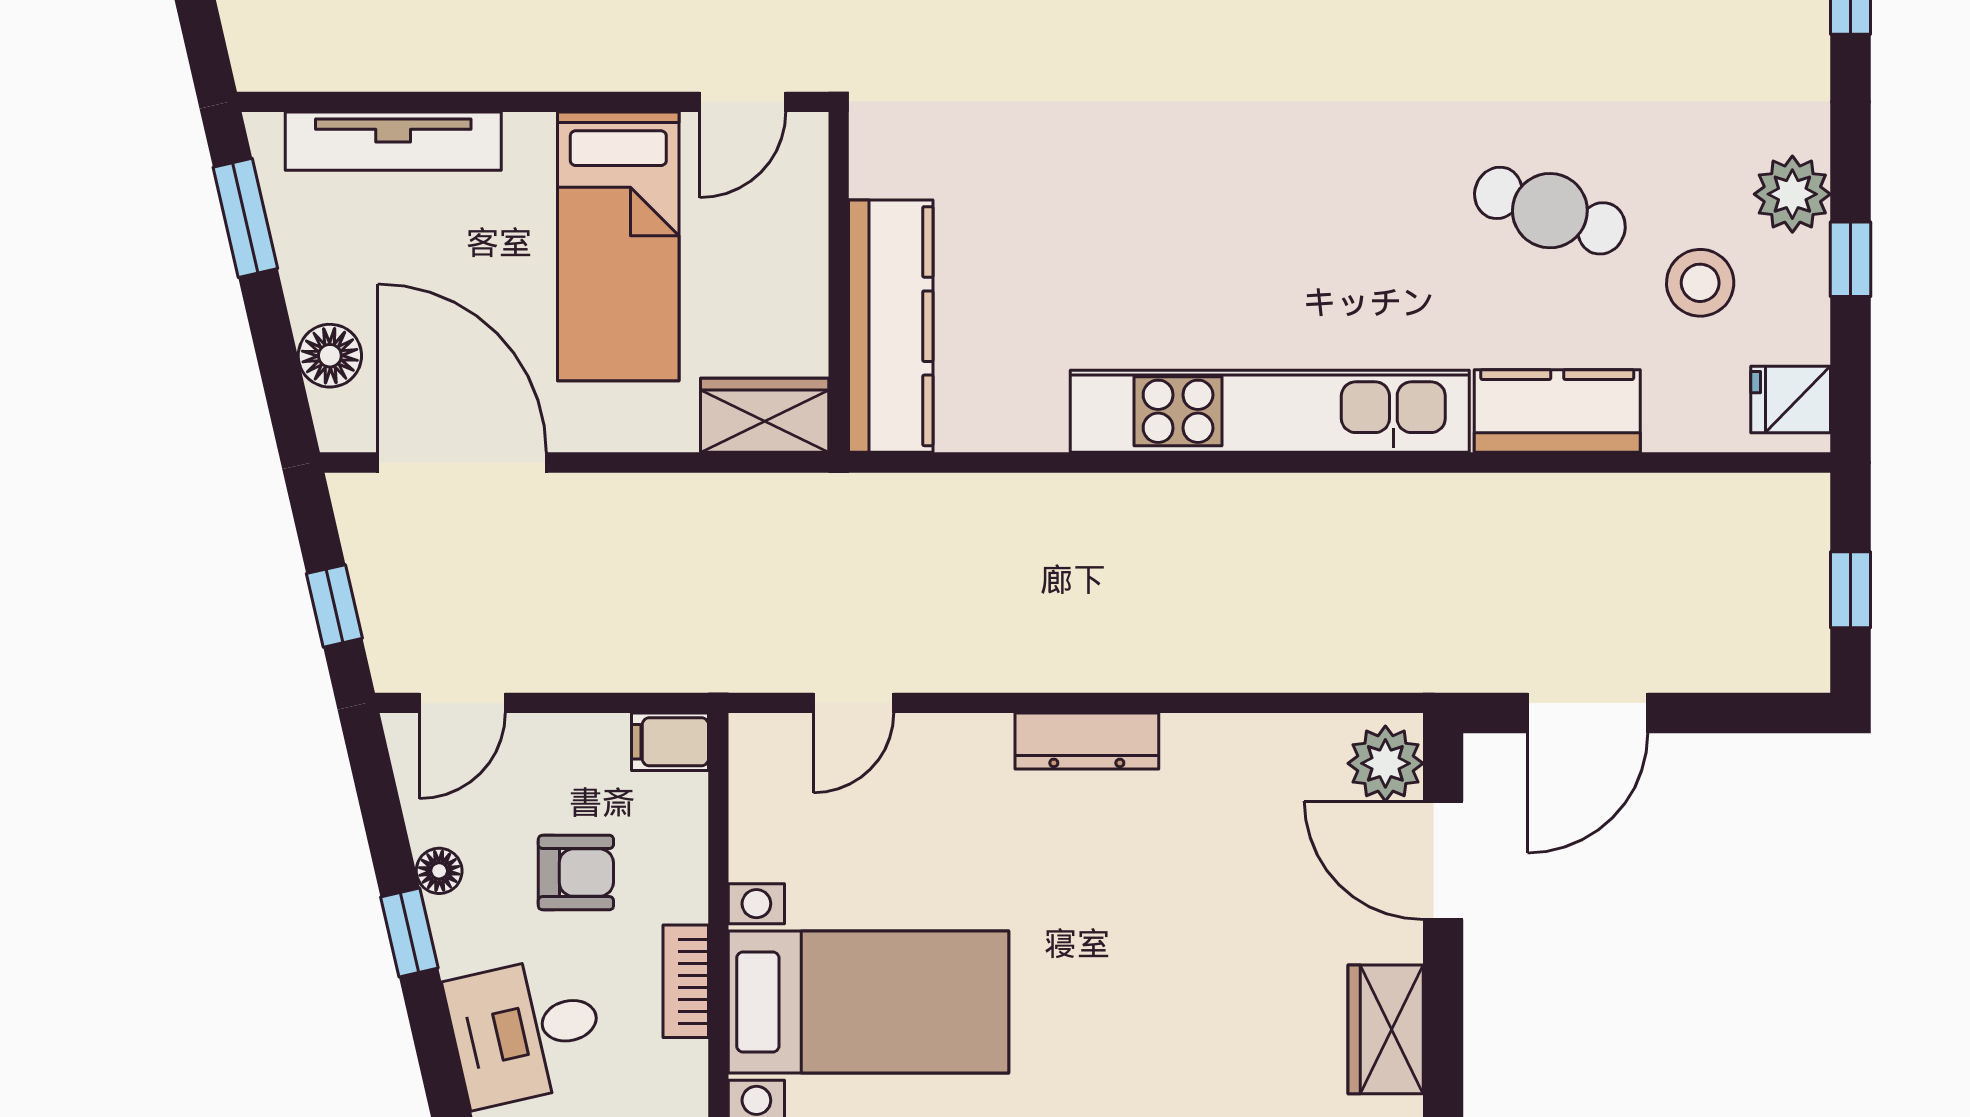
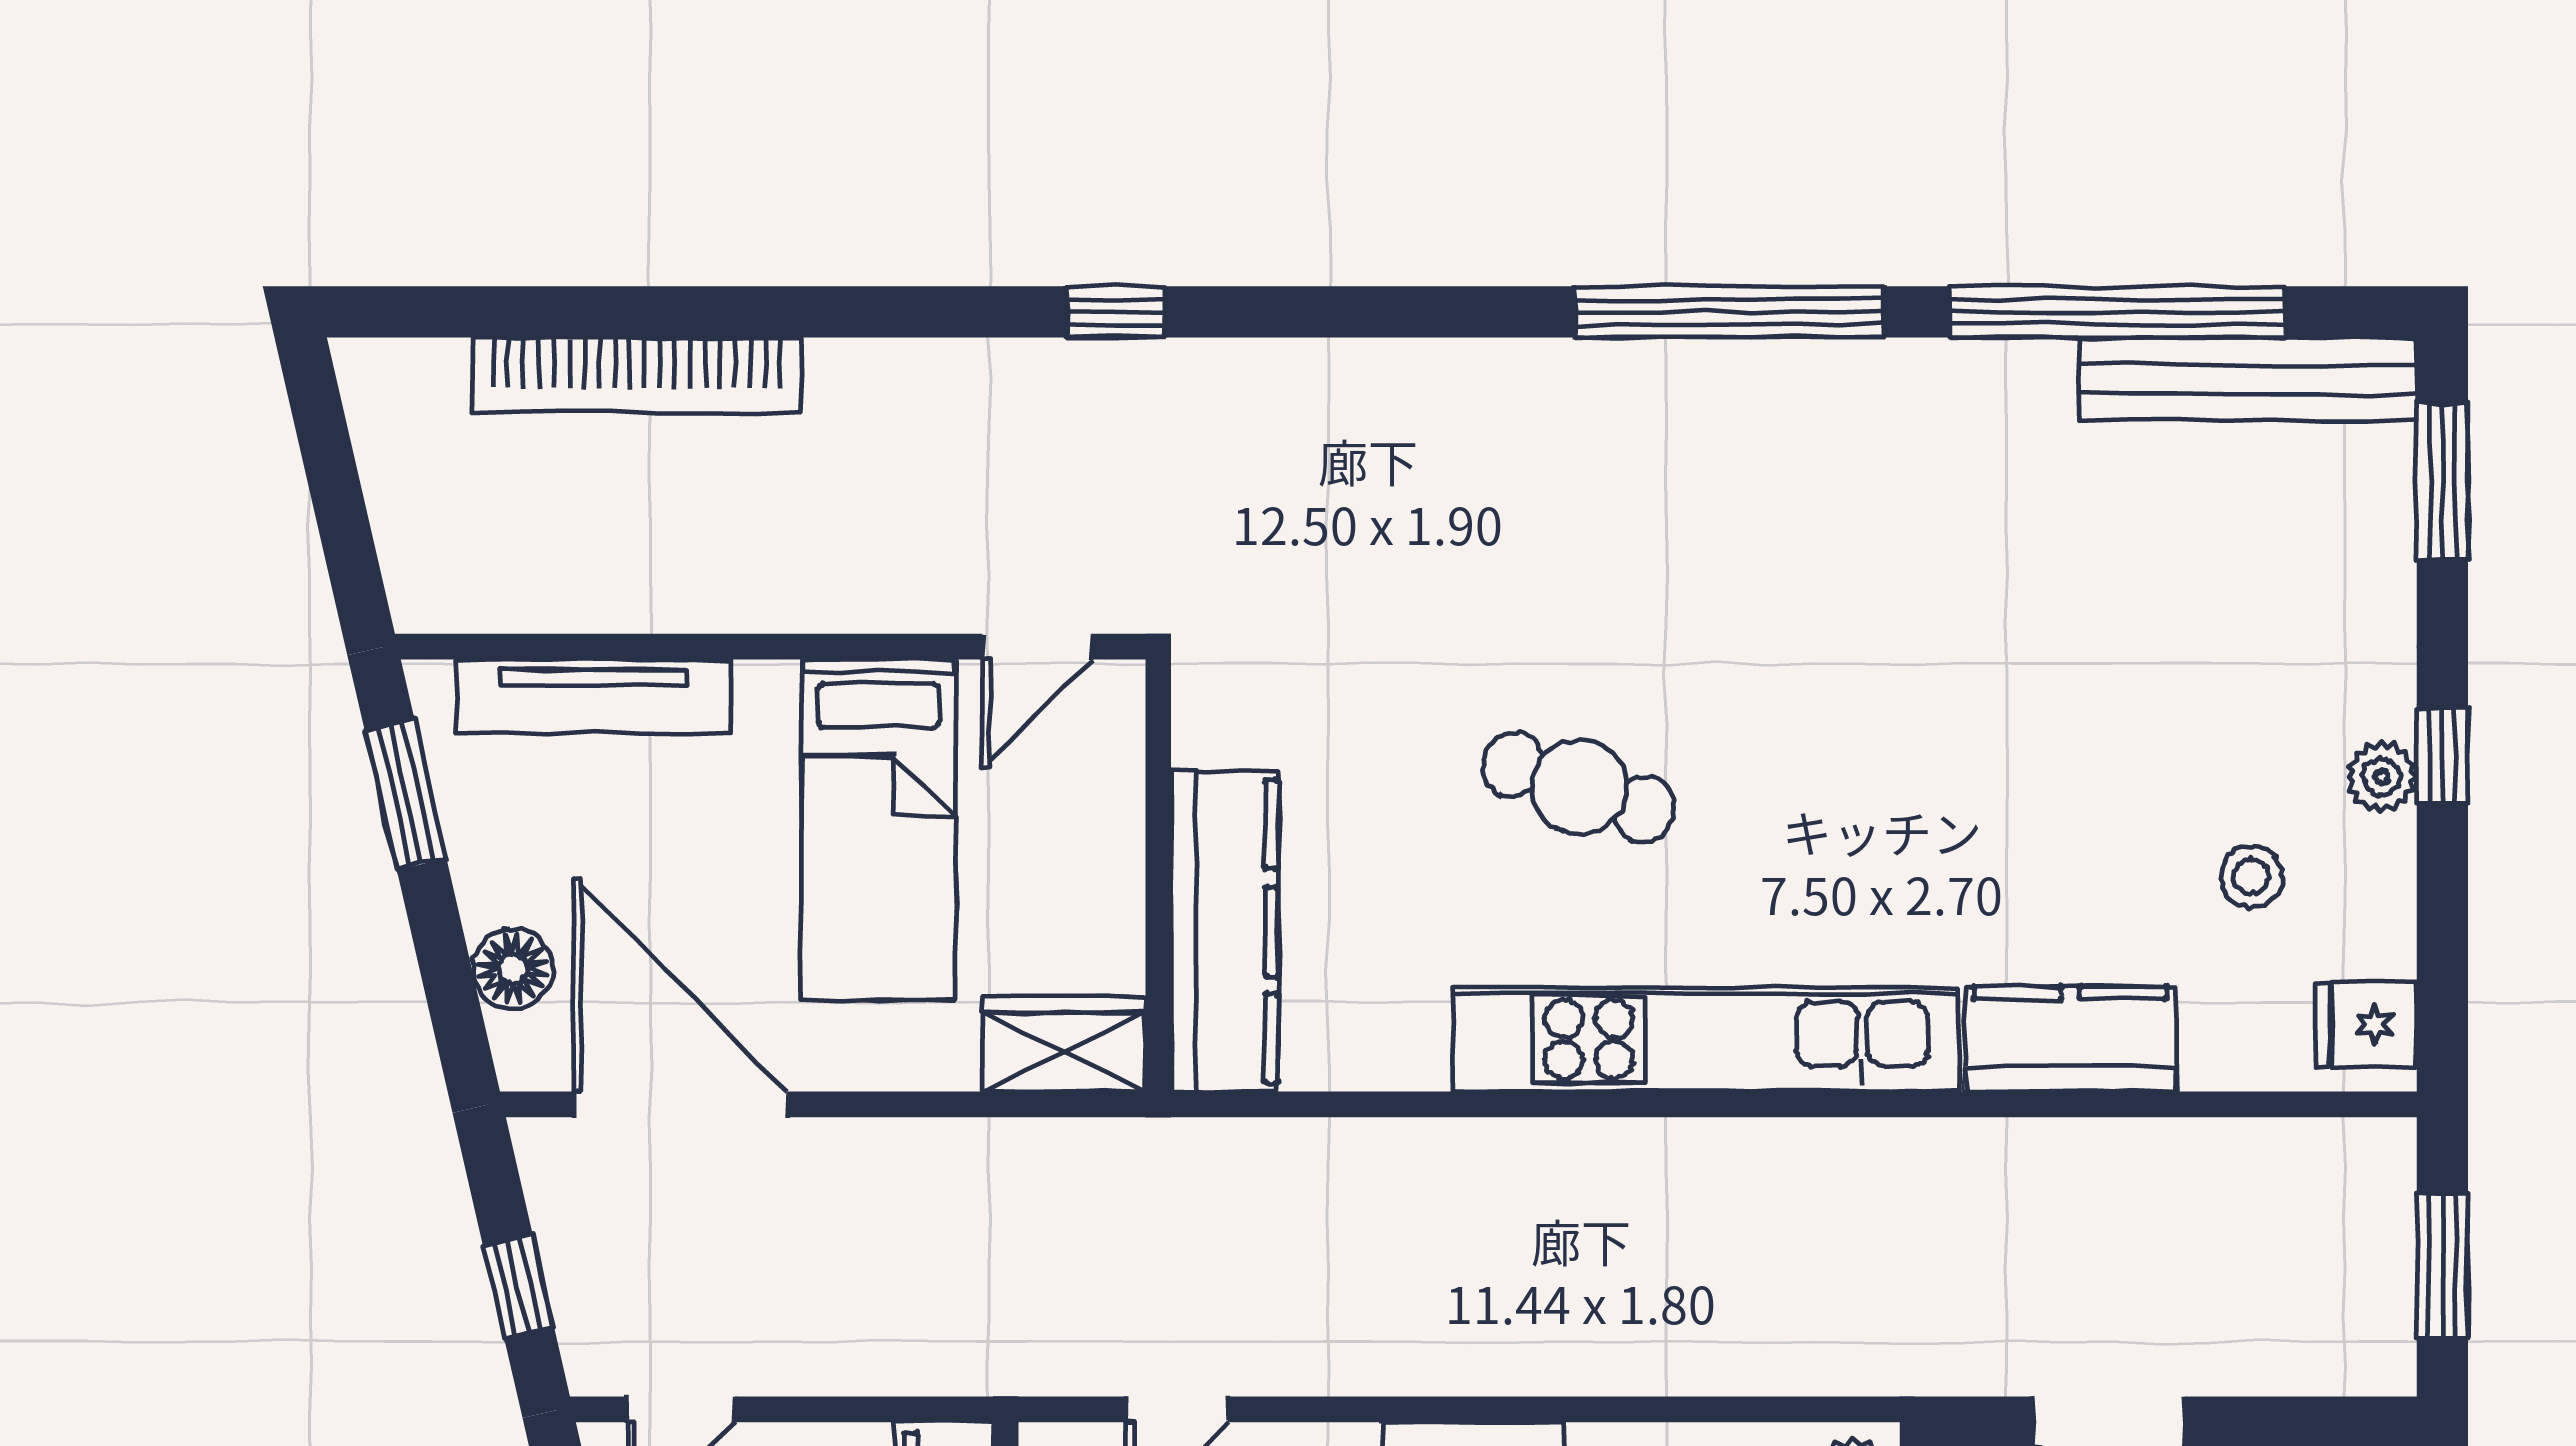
plant: (1792, 194) -> (2382, 777), width x0.73, depth x0.73
cafe table: (1550, 211) -> (1579, 787), moved
window: (1851, 259) -> (2442, 756), moved
stool: (1700, 283) -> (2252, 876), width x0.73, depth x0.73
window: (1851, 590) -> (2442, 1266), width x1.50

